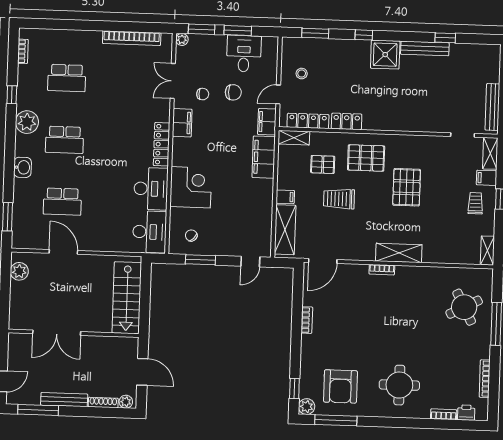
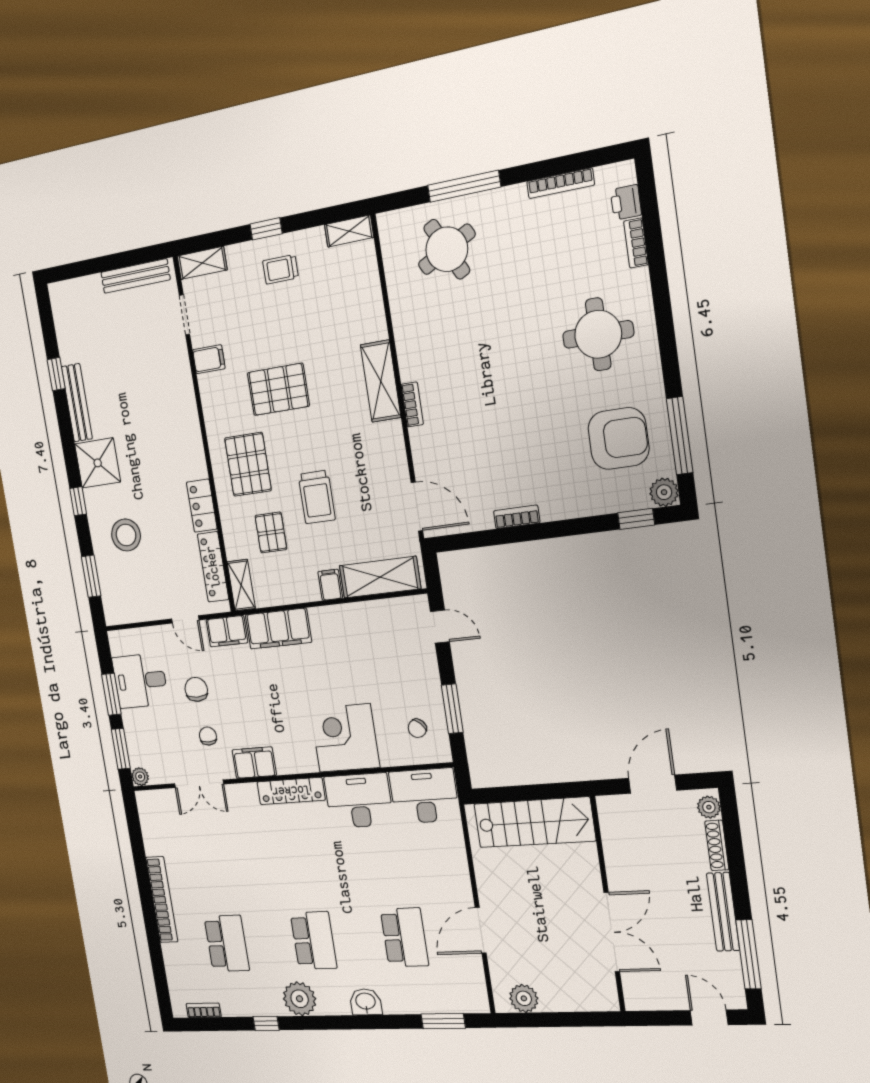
bookcase: (132, 38) -> (162, 900), moved
stool: (302, 74) -> (126, 535), moved, width x1.89, depth x1.89
filing cabinet: (487, 178) -> (209, 359), moved, turned -90

